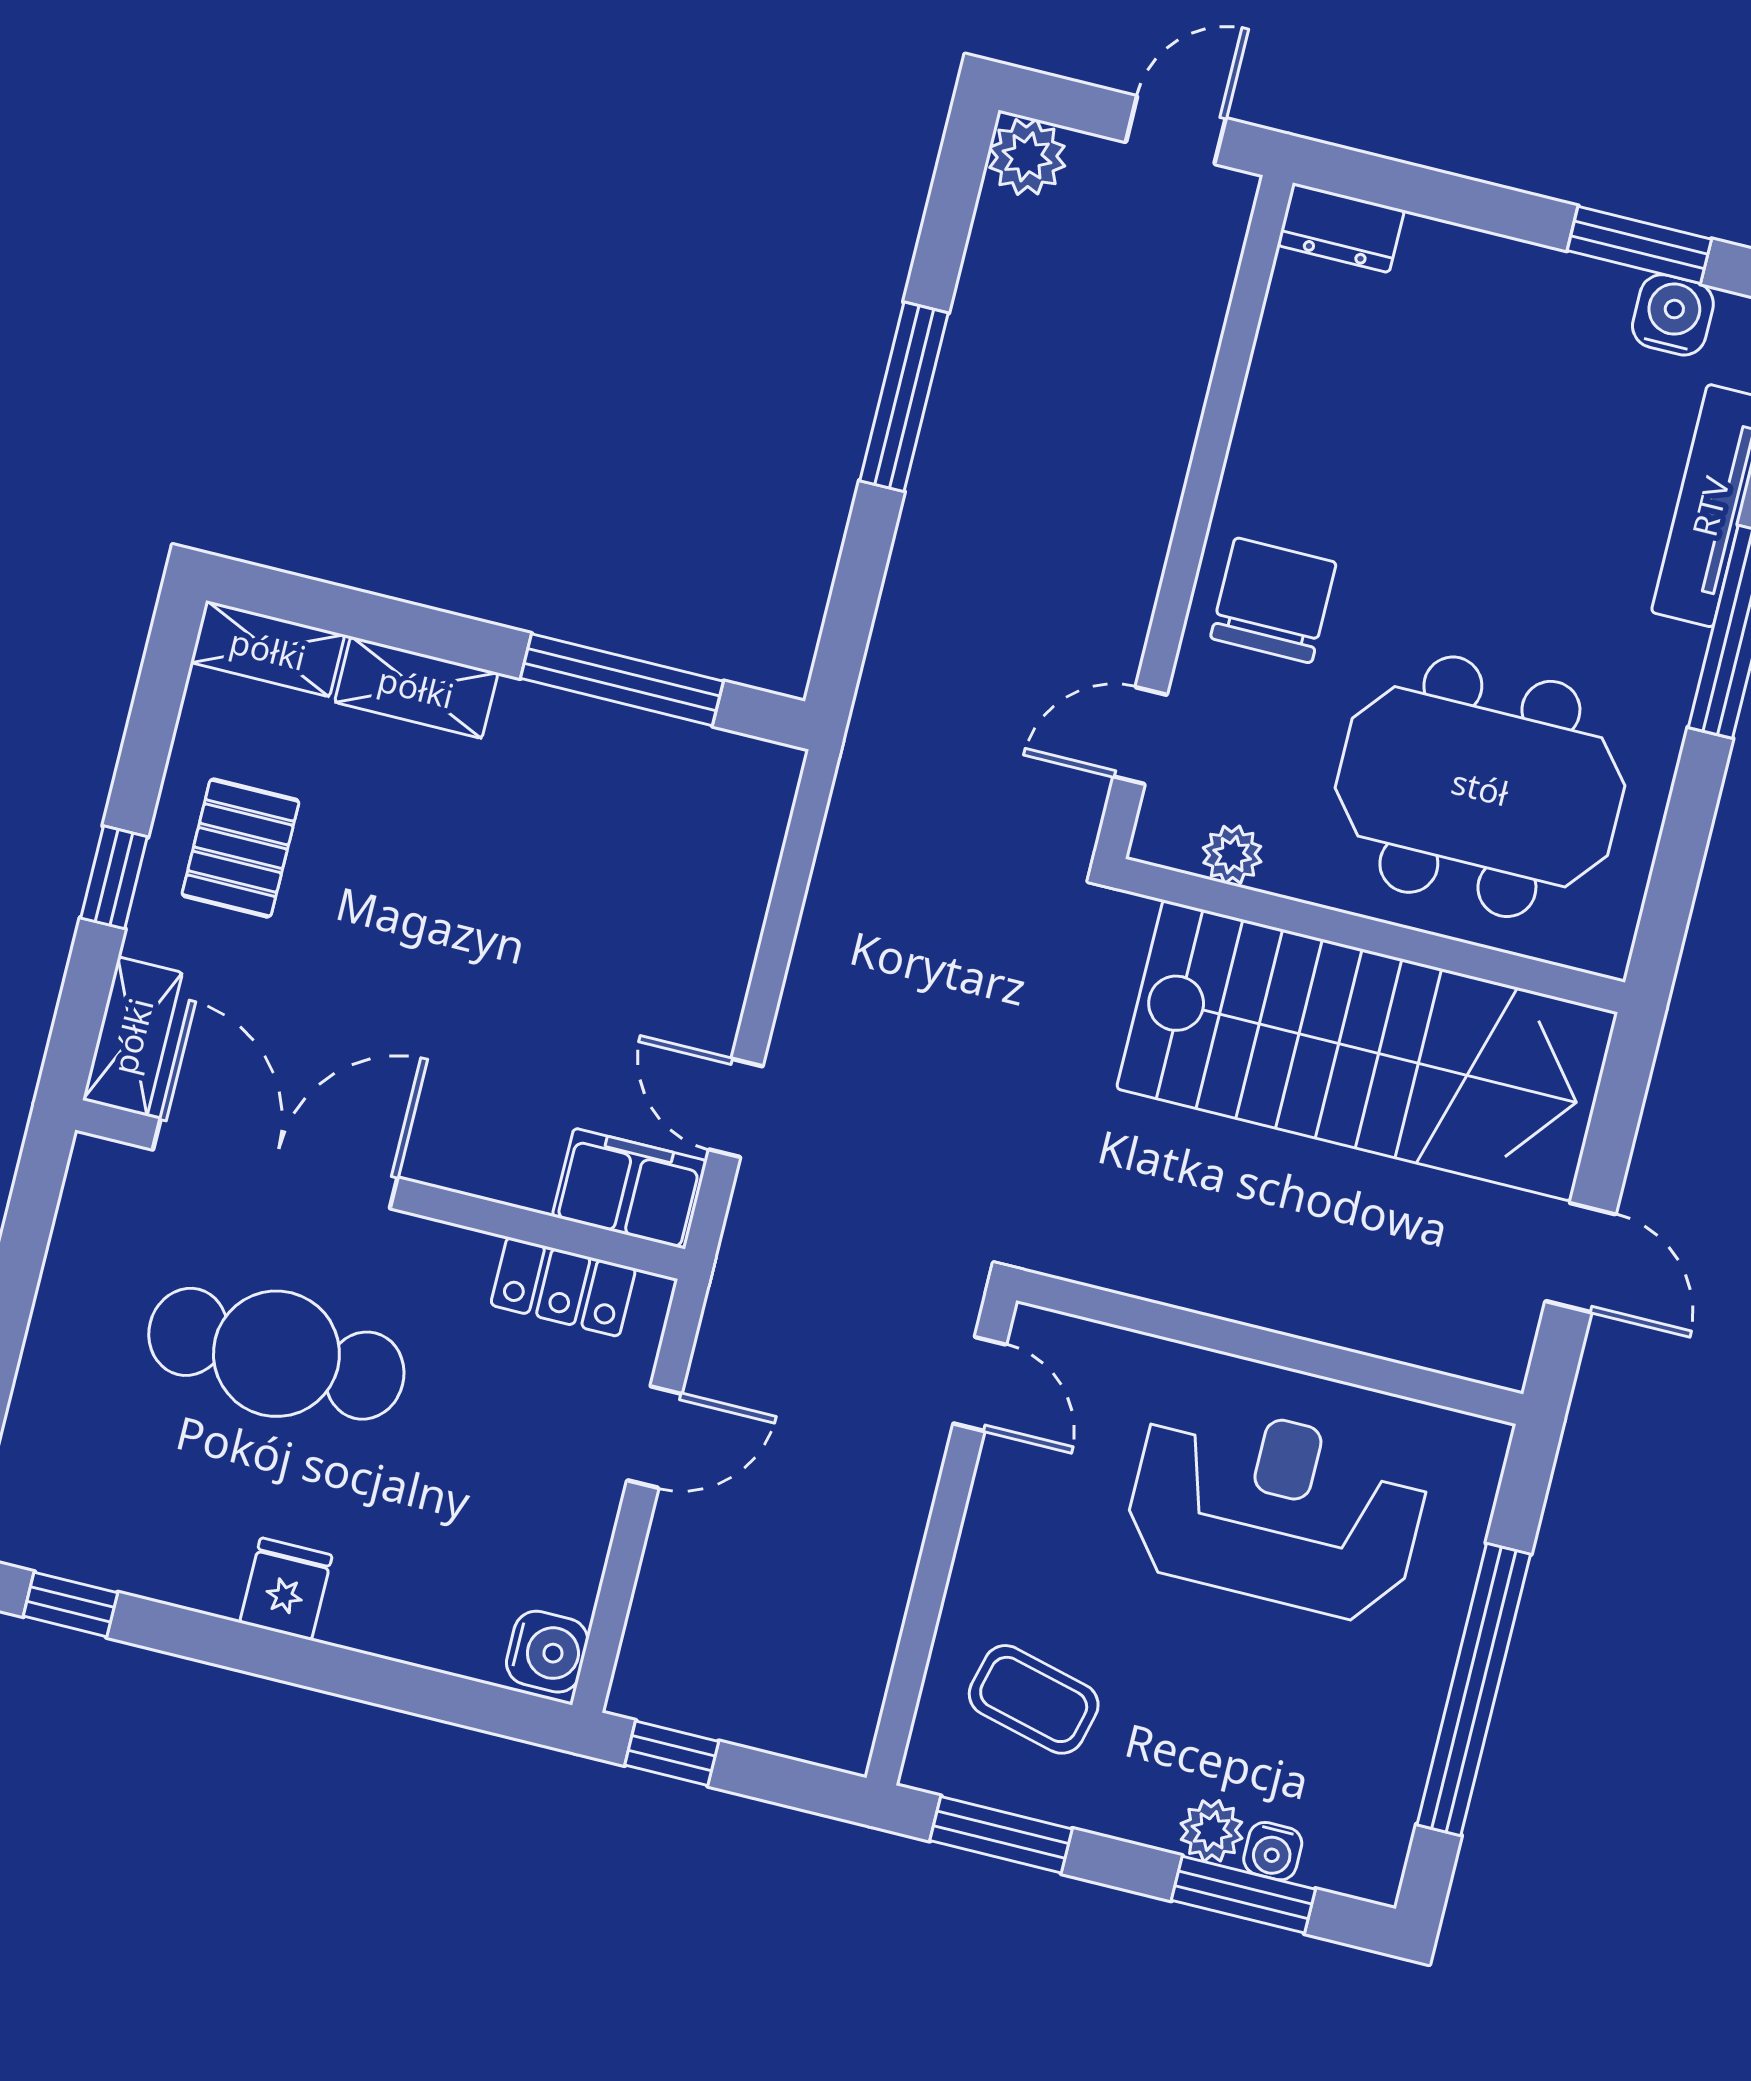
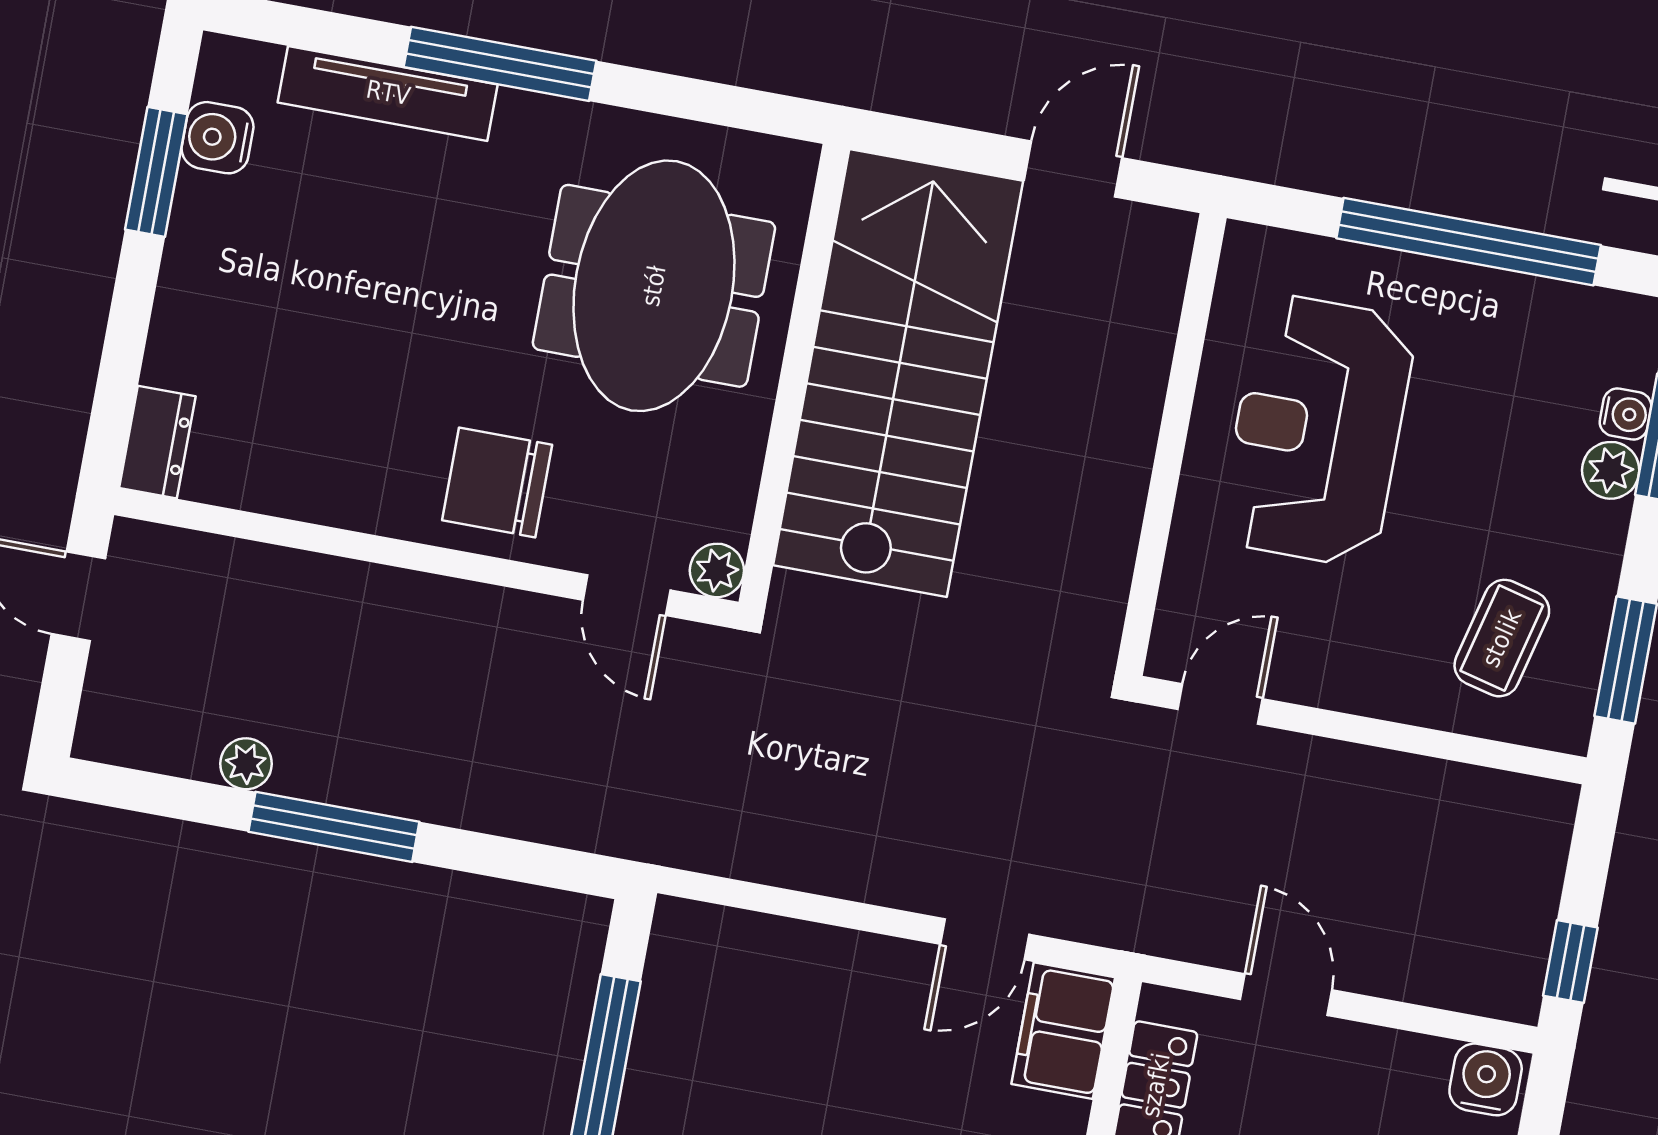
plant: (1027, 157) -> (246, 764), moved, width x0.73, depth x0.73
plant: (1232, 855) -> (717, 570), moved

